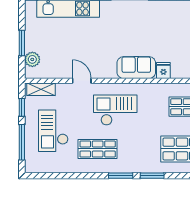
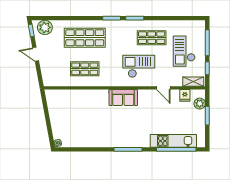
fridge: (163, 71) -> (185, 95), moved
checkout: (115, 110) -> (139, 66), turned 180
checkout: (53, 131) -> (184, 51), turned 180

